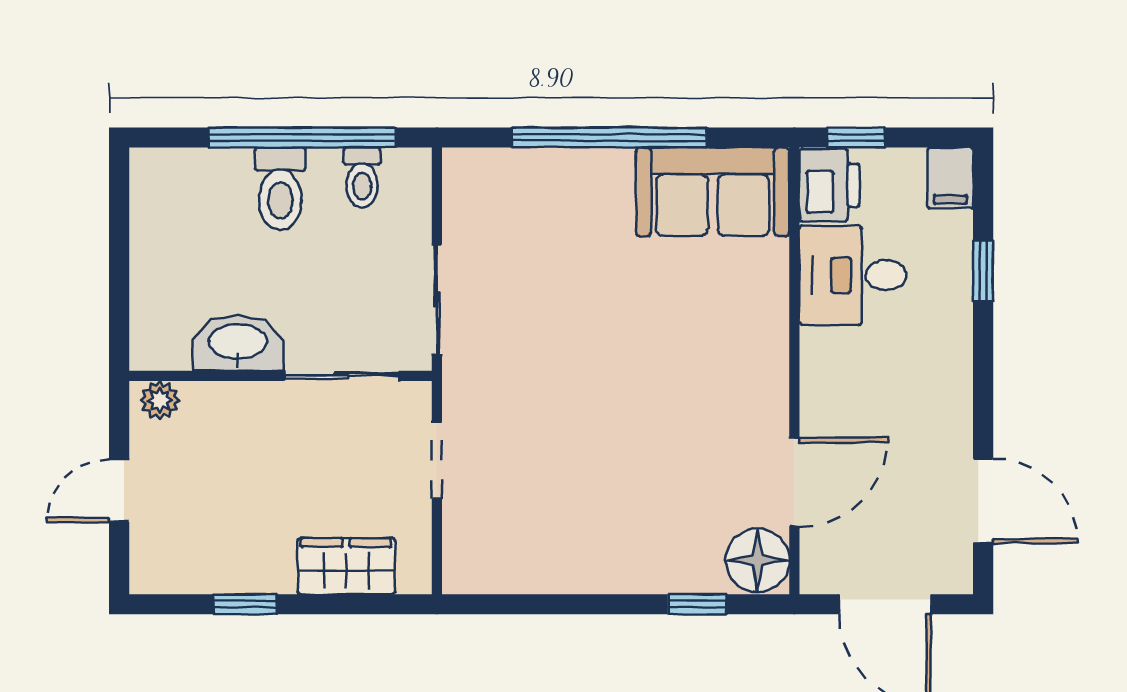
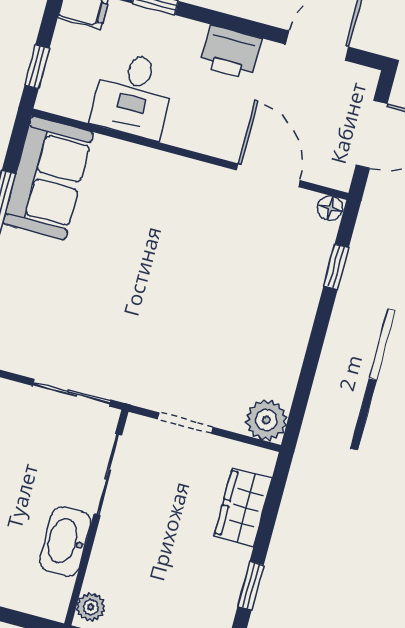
printer: (829, 185) -> (230, 53), moved, turned 180
floor lamp: (758, 560) -> (330, 208), width x0.53, depth x0.53
plant: (470, 566) -> (266, 420), added

